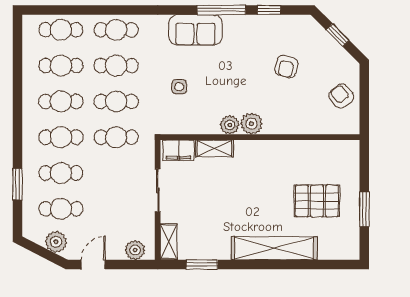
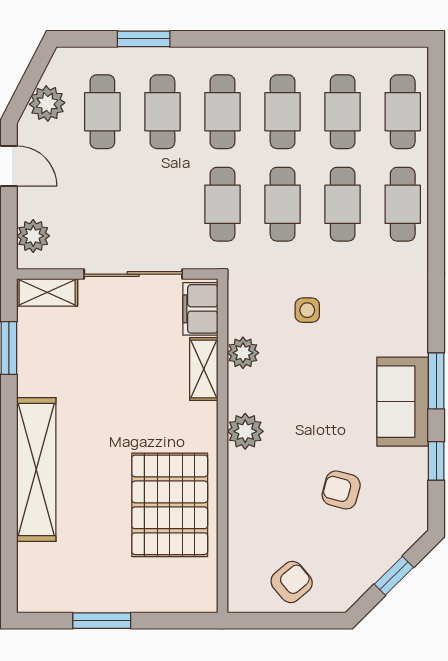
window: (221, 10) -> (436, 381), width x0.69
sofa: (195, 30) -> (403, 402), moved
plant: (230, 125) -> (243, 353), moved
sliding door: (158, 190) -> (133, 274), width x1.37
pallet: (317, 201) -> (170, 505), moved, width x1.37, depth x1.41

